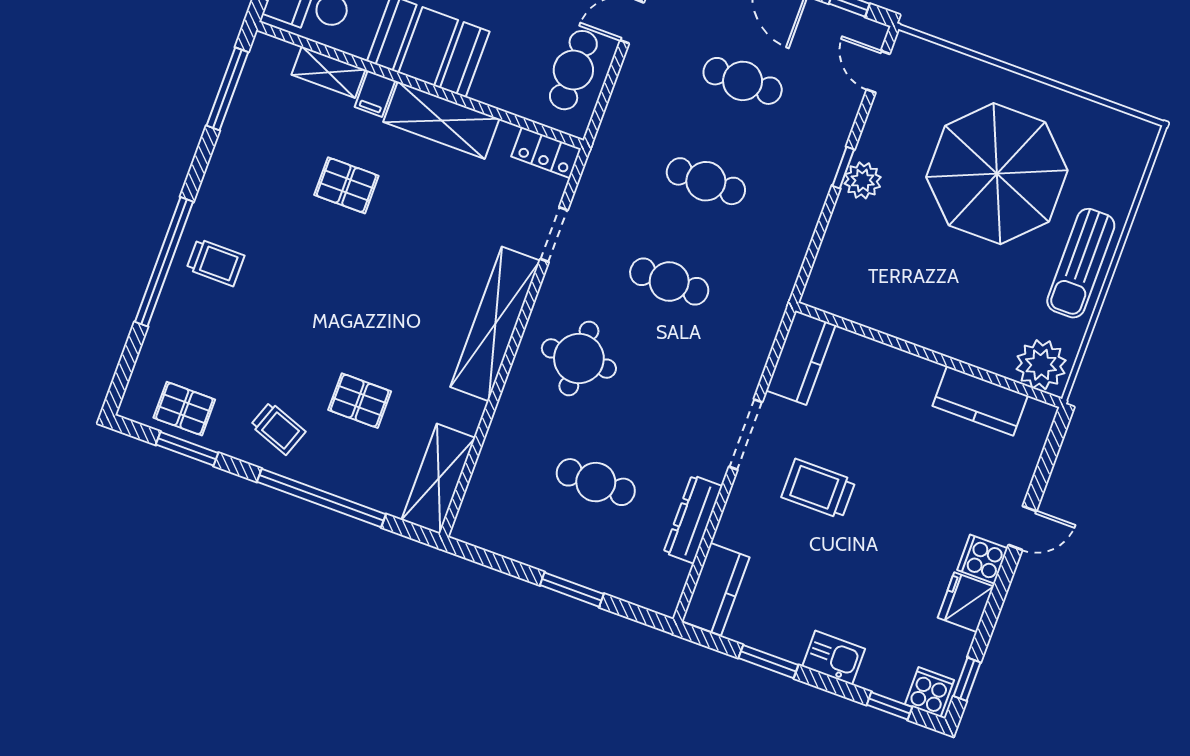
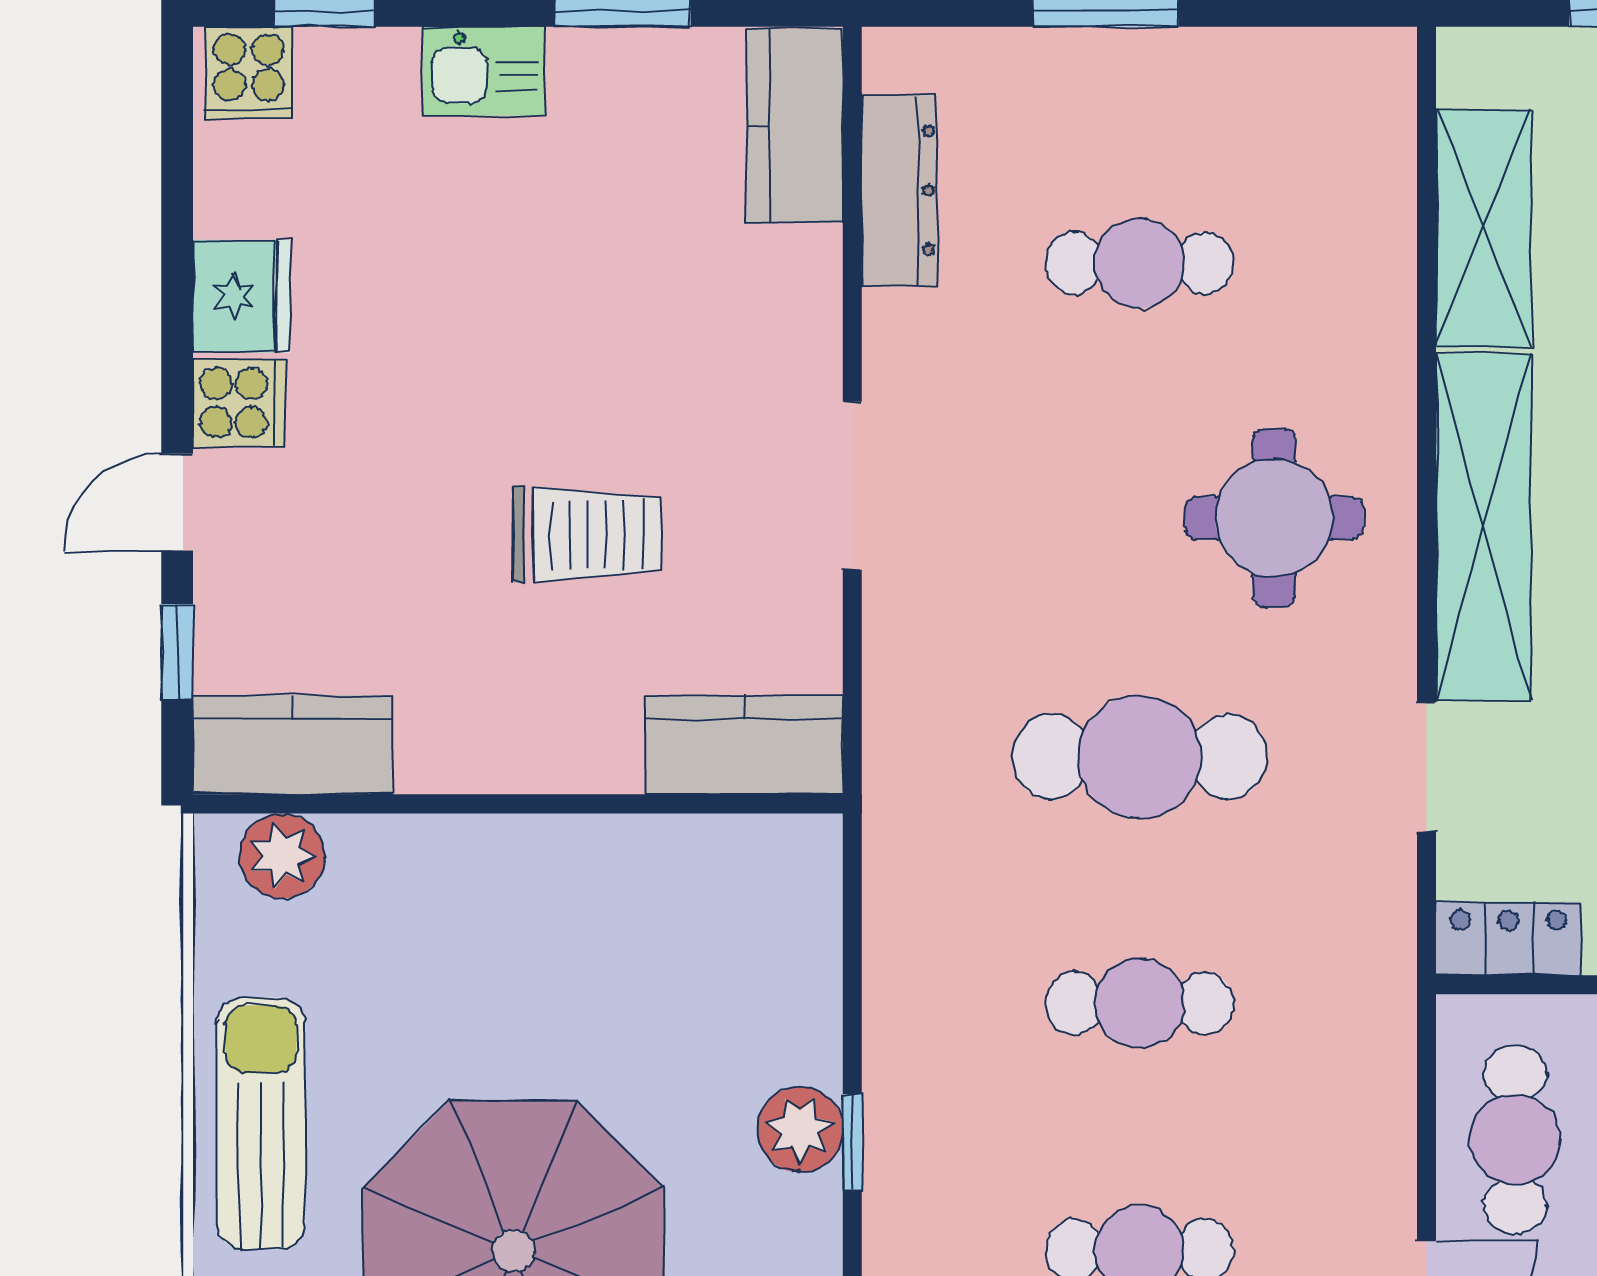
cafe table: (669, 282) -> (1139, 757), width x1.37, depth x1.35
kitchen counter: (801, 358) -> (744, 745), moved, turned 90
plant: (1041, 365) -> (282, 856), width x0.73, depth x0.73
kitchen counter: (980, 401) -> (292, 745), moved
shelving: (438, 479) -> (1484, 228), moved
trolley: (818, 489) -> (587, 534), moved
dresser: (693, 519) -> (899, 190), moved
window: (967, 679) -> (177, 652), moved

